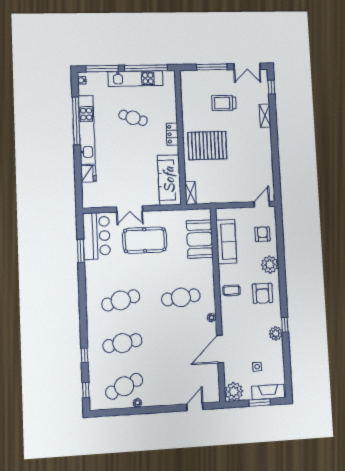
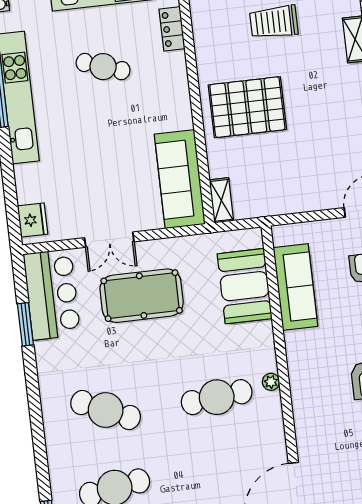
locker: (172, 134) -> (172, 29), moved
fridge: (88, 174) -> (33, 220), moved
coffee table: (231, 290) -> (311, 378), removed
cafe table: (121, 300) -> (106, 410), turned 39
plant: (212, 317) -> (271, 382), moved

